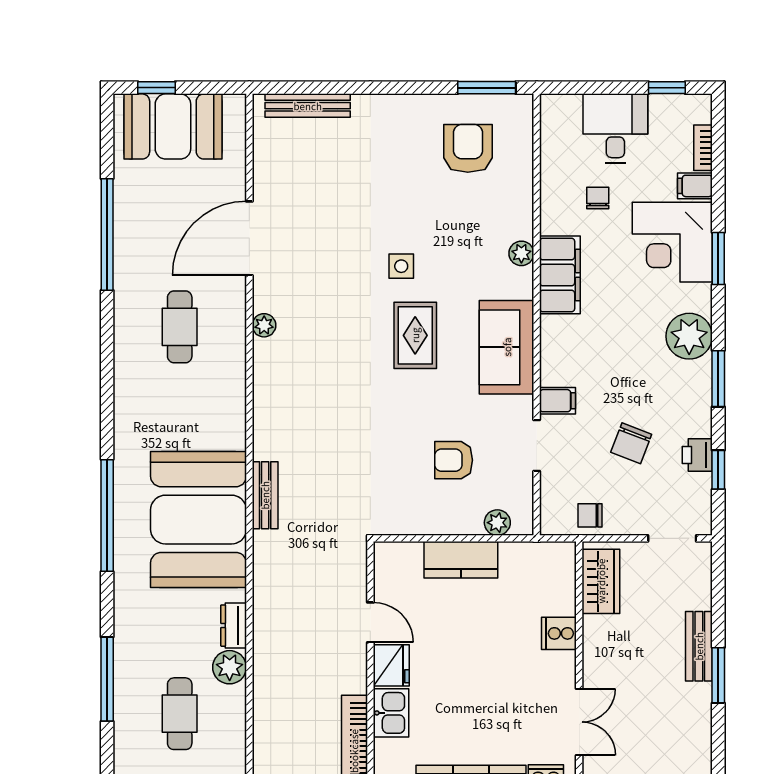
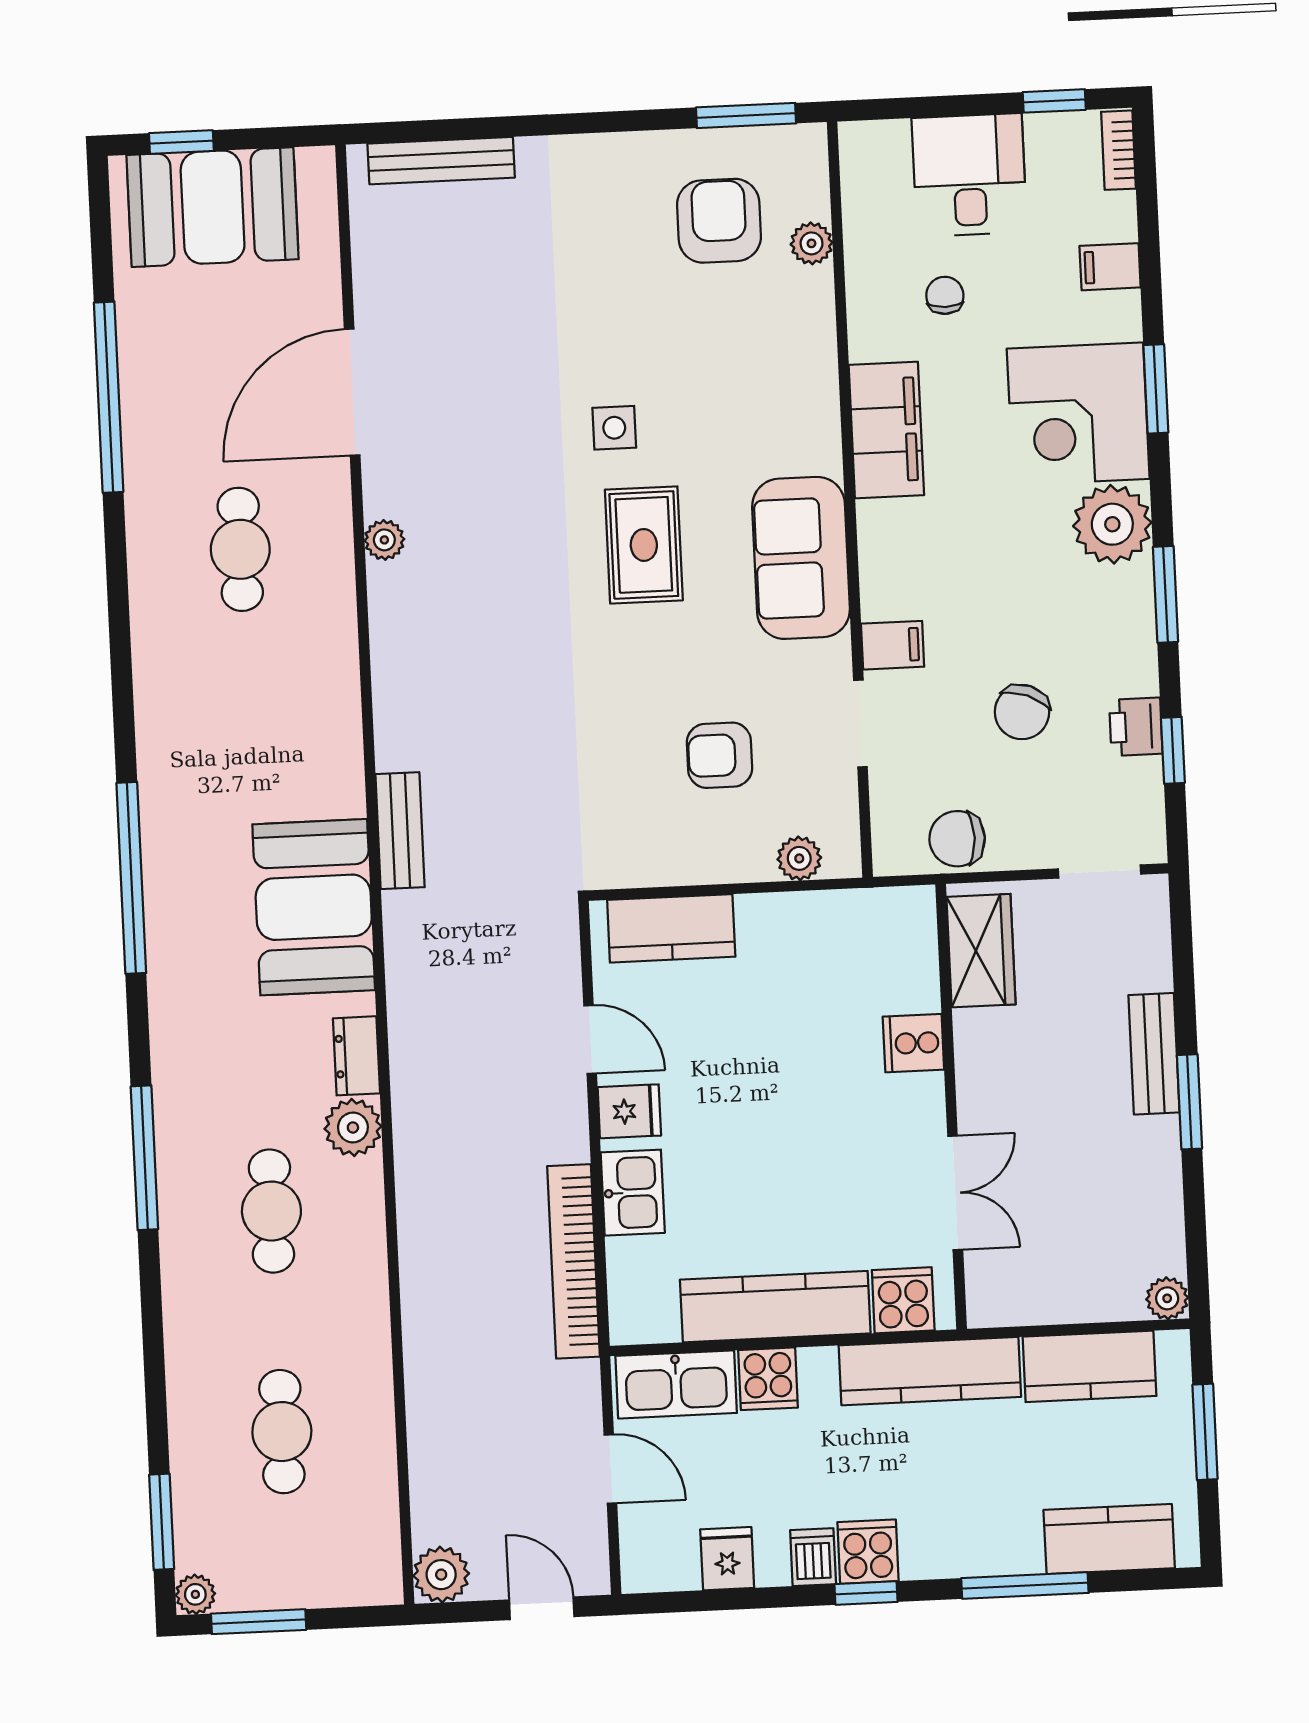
bookcase: (703, 148) -> (1119, 150), moved
corner desk: (672, 242) -> (1078, 414), moved
plant: (521, 253) -> (812, 243), moved
chair: (590, 515) -> (957, 839), width x1.37, depth x1.37
booth: (198, 520) -> (314, 907), width x0.73, depth x0.70
kitchen counter: (461, 560) -> (671, 928), moved
fridge: (391, 665) -> (629, 1111), width x0.72

